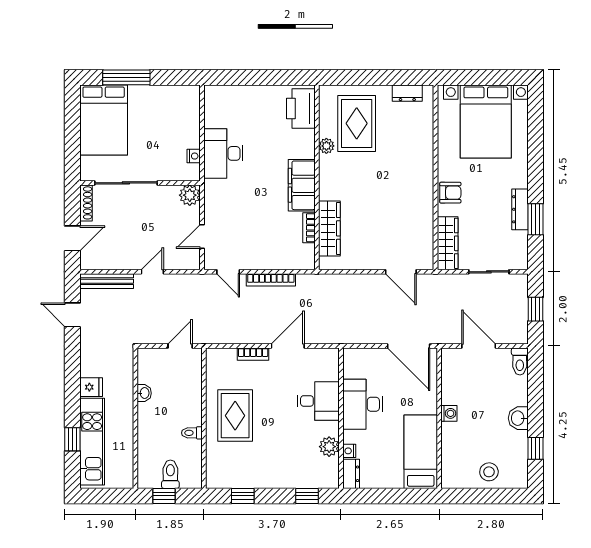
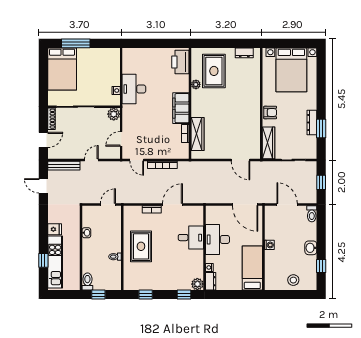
plant: (329, 447) -> (197, 284), moved
toilet: (170, 474) -> (87, 281), moved

